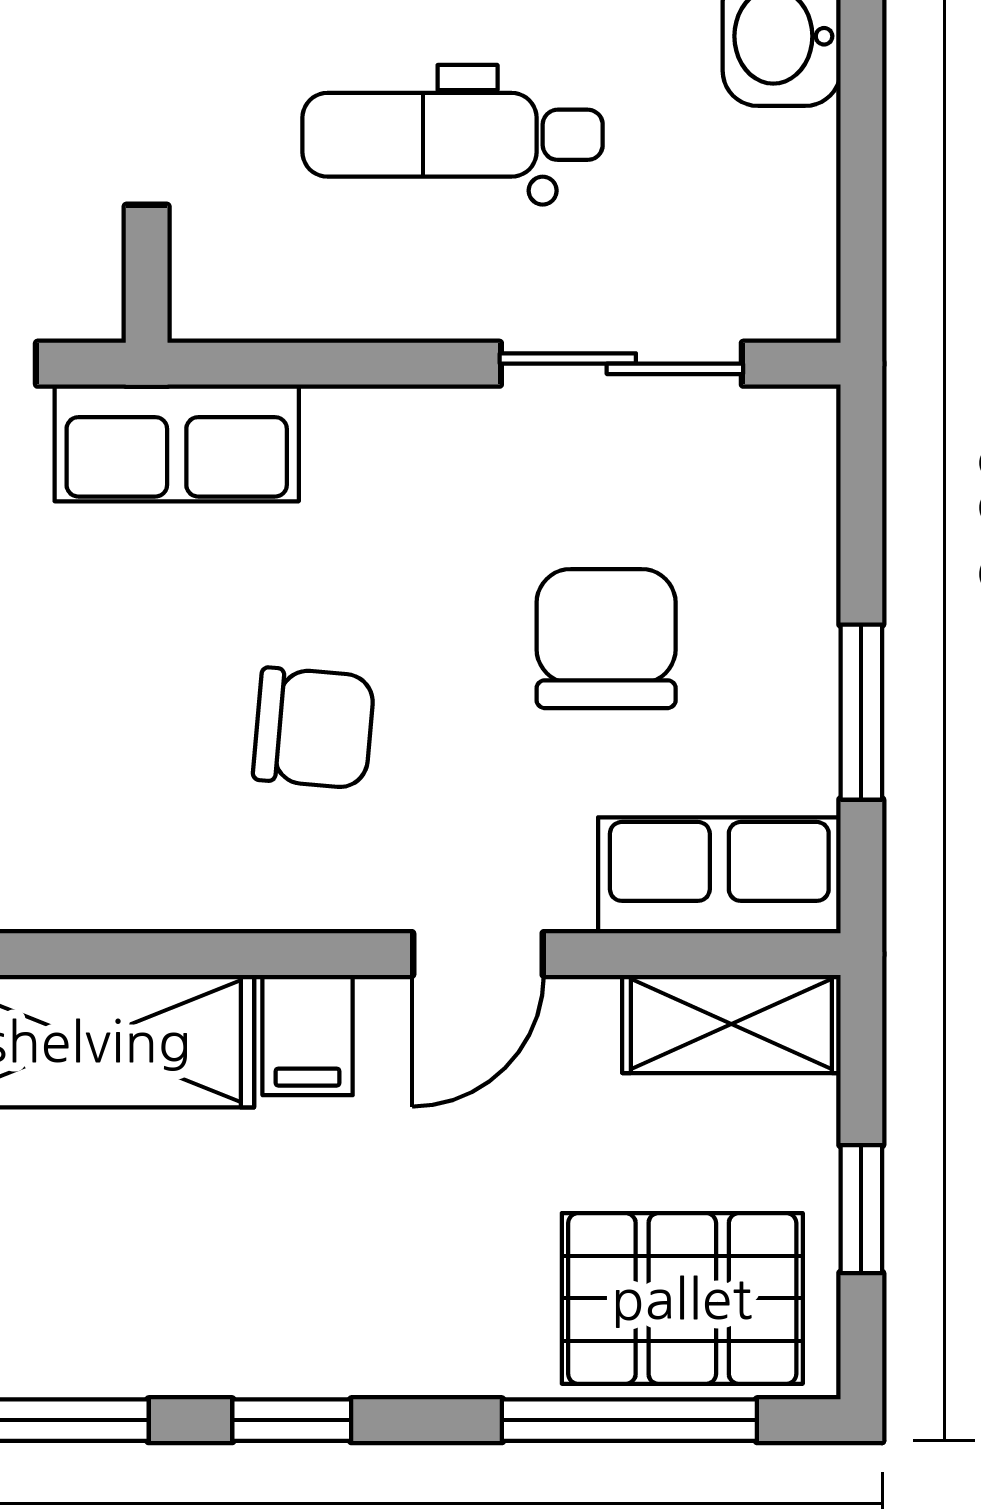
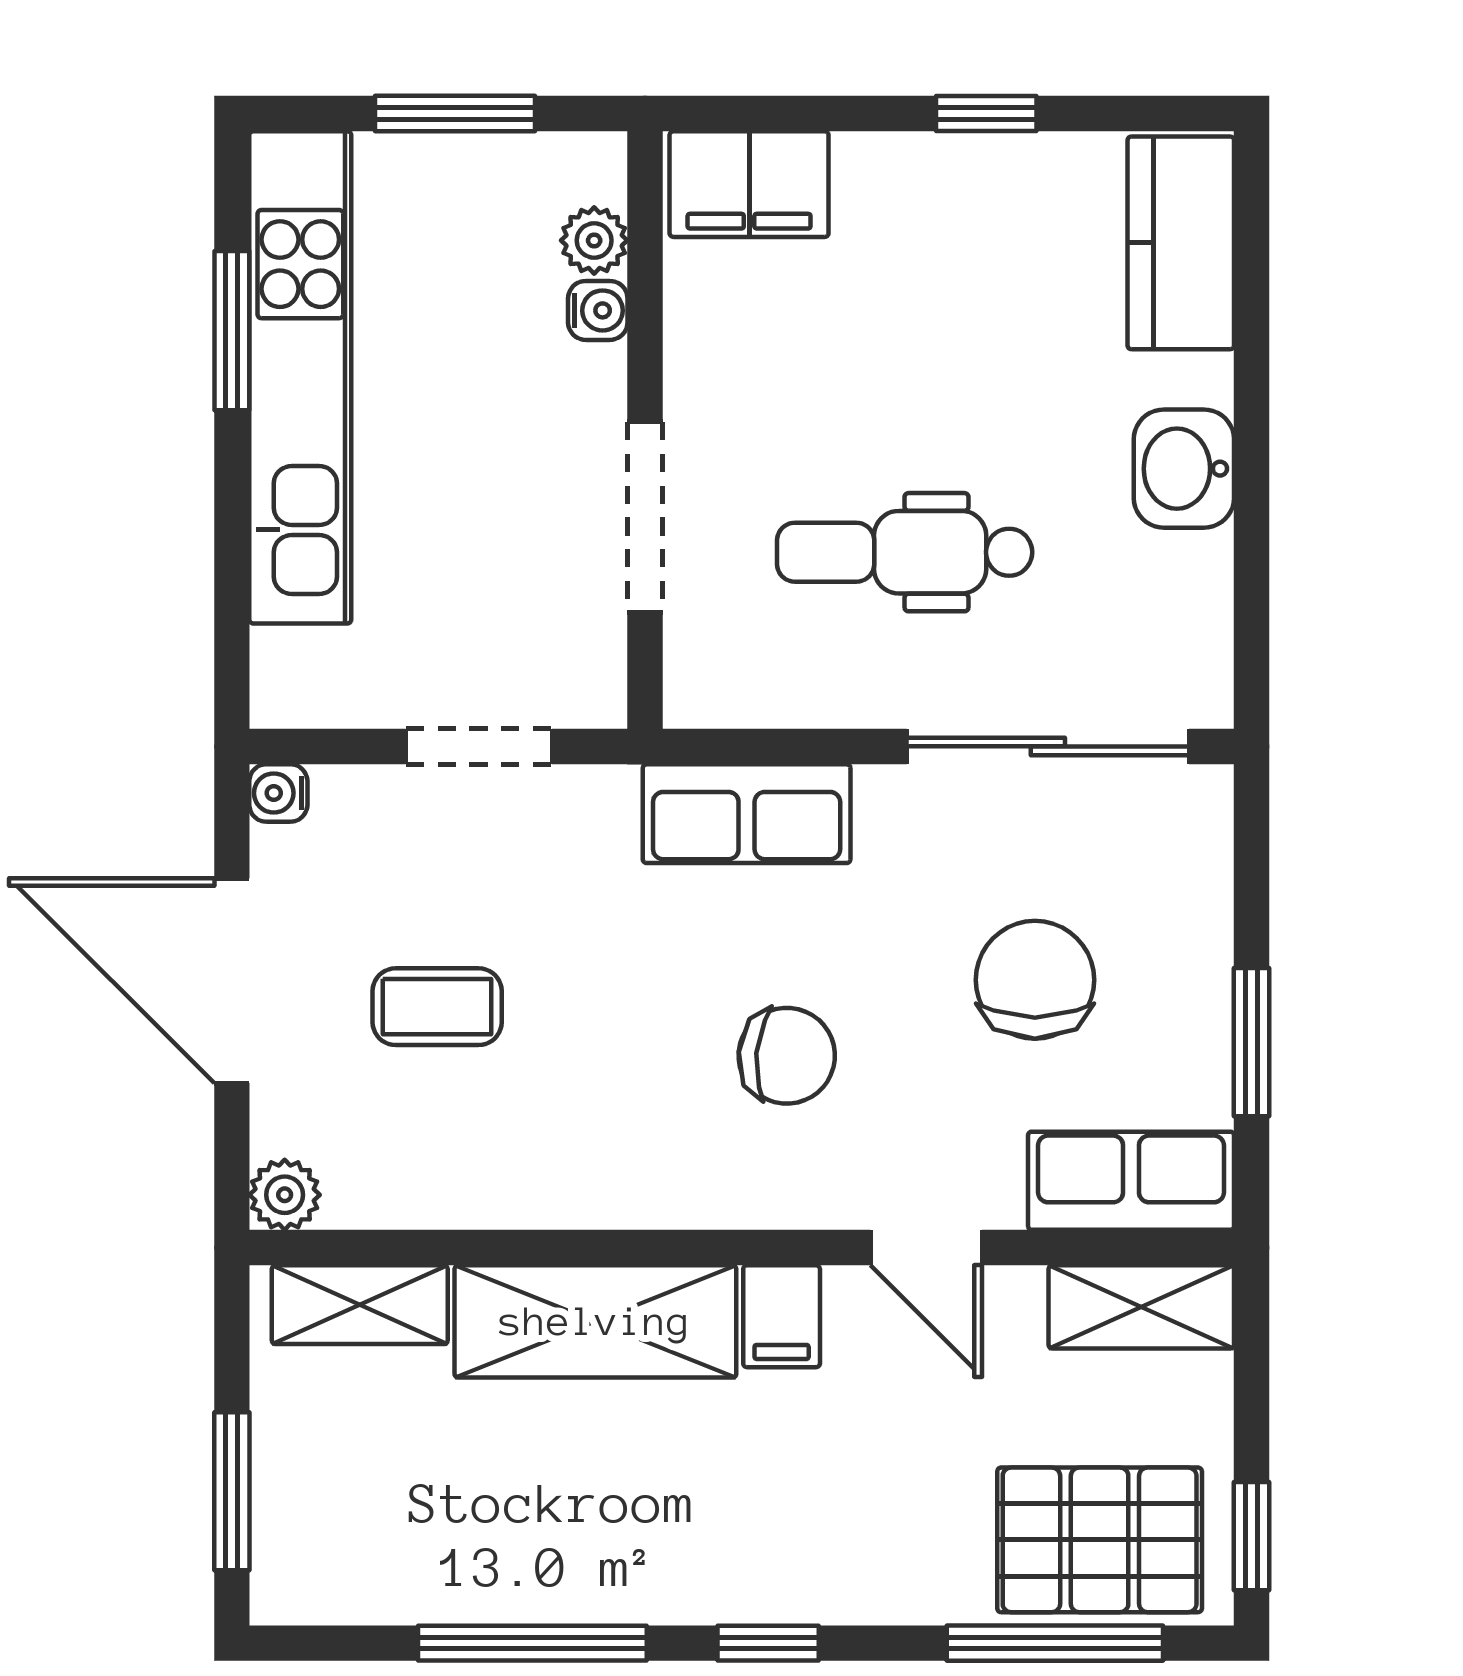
sliding door: (621, 364) -> (1048, 746), width x1.37
row of seats: (177, 443) -> (747, 814), moved
door: (478, 954) -> (926, 1248), hinge flipped
window: (861, 1209) -> (1252, 1536), moved

